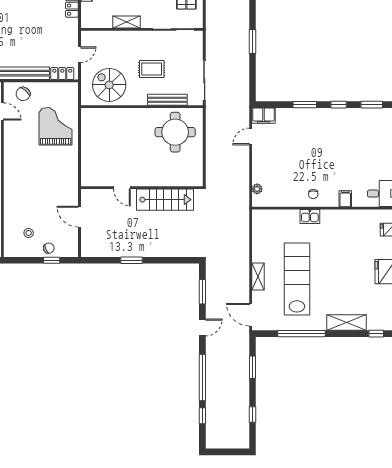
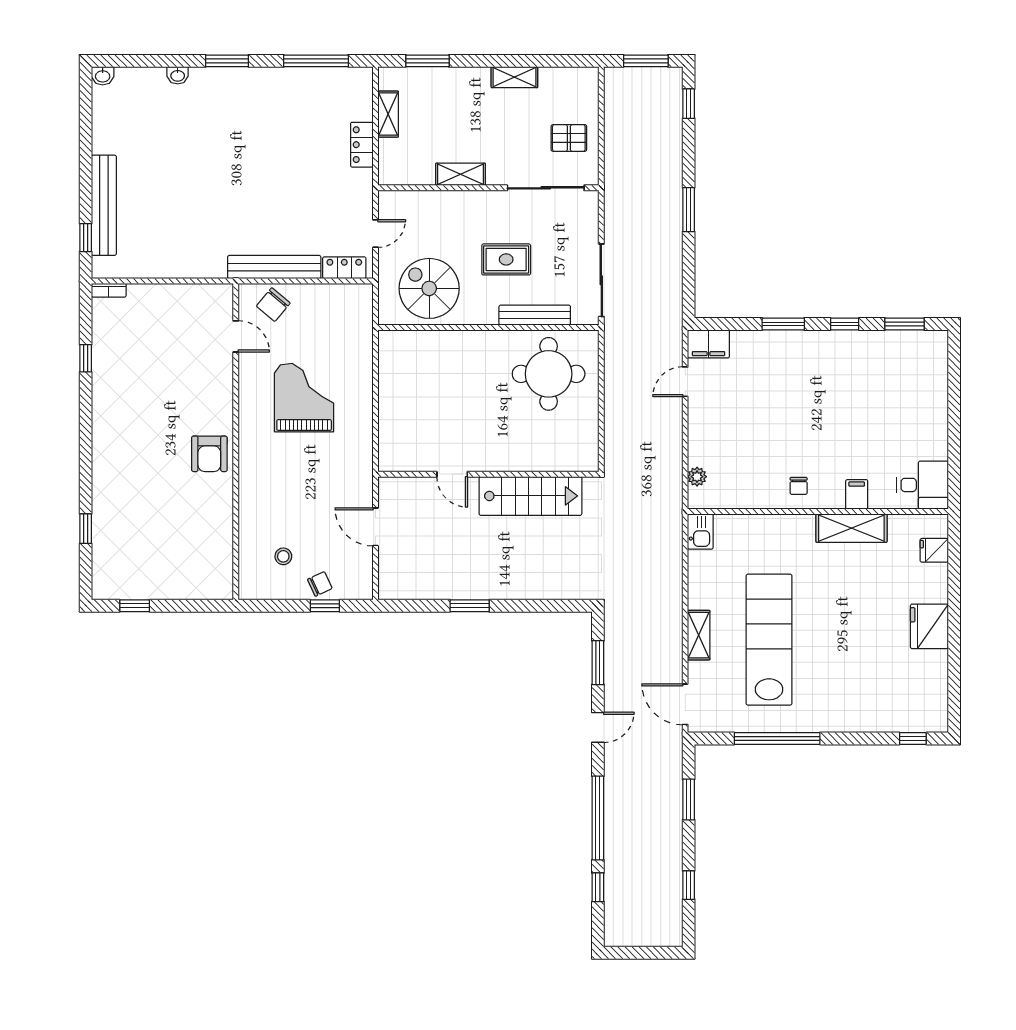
grand piano: (56, 126) -> (304, 398), moved
kitchen sink: (310, 217) -> (700, 531), moved, turned -90
shelving: (346, 322) -> (851, 528), moved

